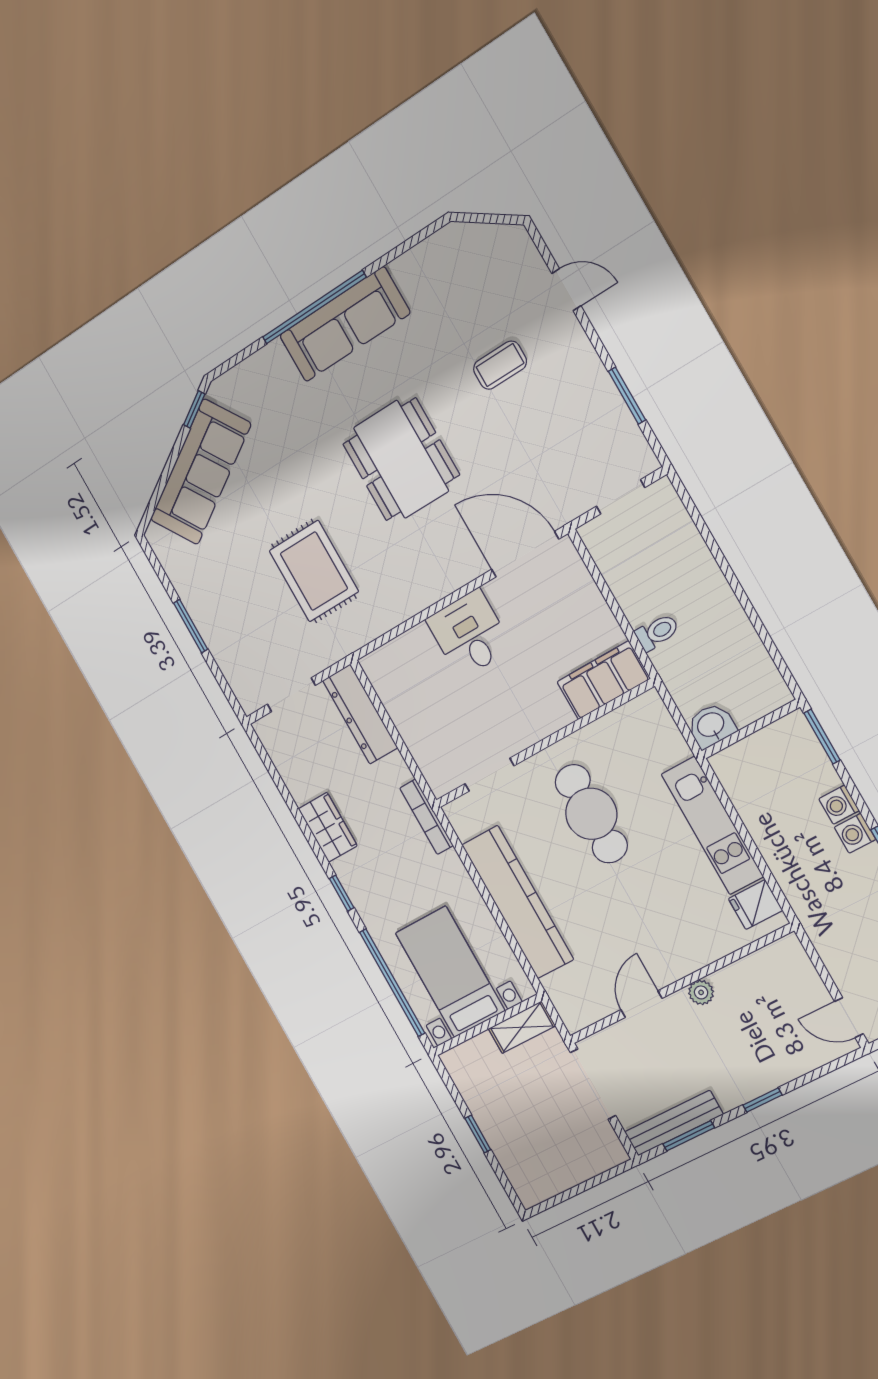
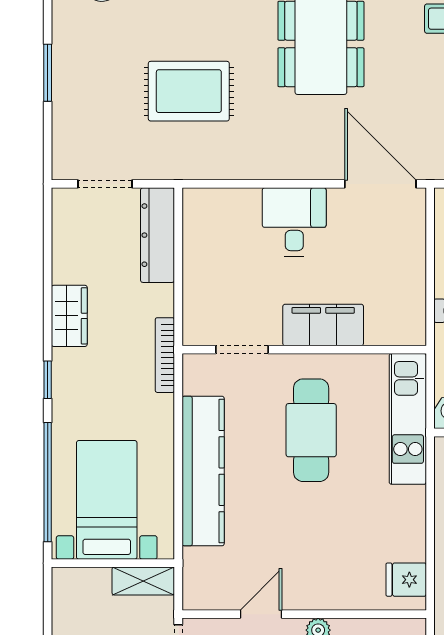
rug: (314, 571) -> (189, 91), turned 90
filing cabinet: (604, 680) -> (323, 325), moved
kitchen unit: (712, 825) -> (408, 419), moved

